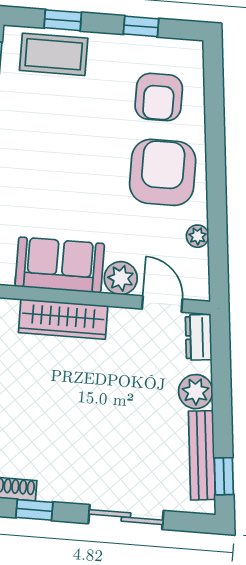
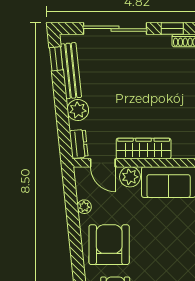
armchair: (163, 172) -> (109, 245), turned 180
wardrobe: (63, 319) -> (144, 149), moved
sliding door: (126, 517) -> (115, 29), width x1.37

